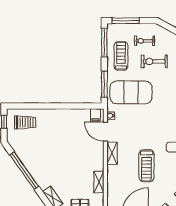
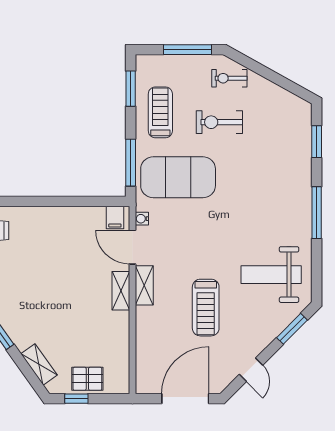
window: (126, 21) -> (188, 50), moved
exercise bike: (144, 41) -> (229, 78), moved
window: (104, 43) -> (131, 89), width x0.69
shelving: (99, 182) -> (121, 291), moved

